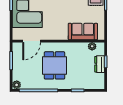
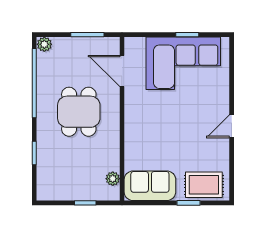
sofa: (83, 31) -> (150, 186), moved, turned -90
dresser: (100, 64) -> (81, 192), removed
dining table: (54, 65) -> (79, 112), turned 90

